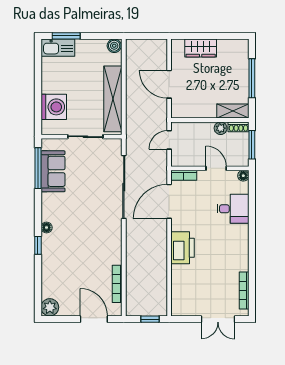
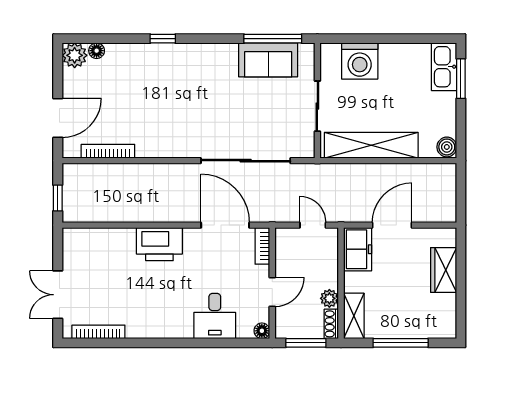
freezer: (186, 108) -> (358, 249), added
floor lamp: (47, 227) -> (97, 51), moved

